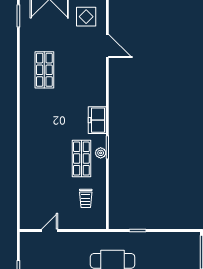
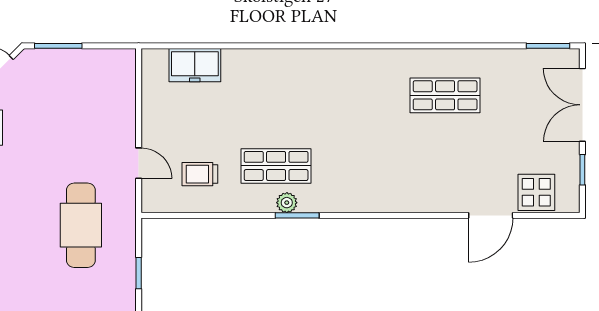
display table: (86, 17) -> (536, 192), moved
freezer: (97, 120) -> (195, 65), moved, turned 180
door: (50, 231) -> (139, 163), moved

